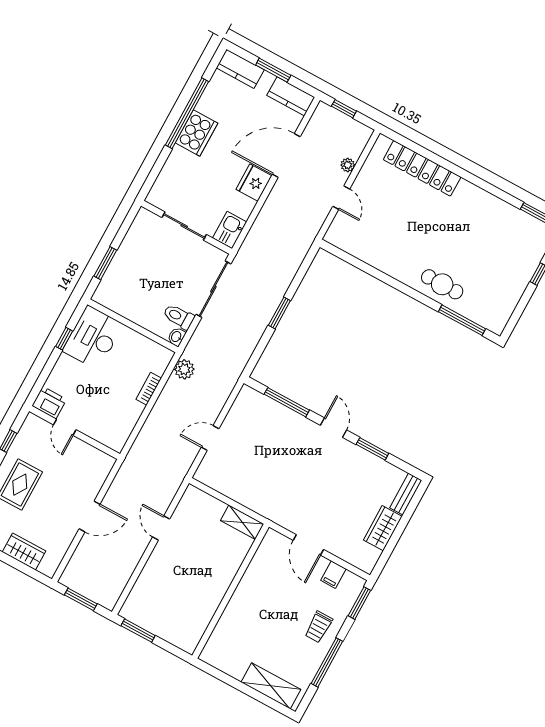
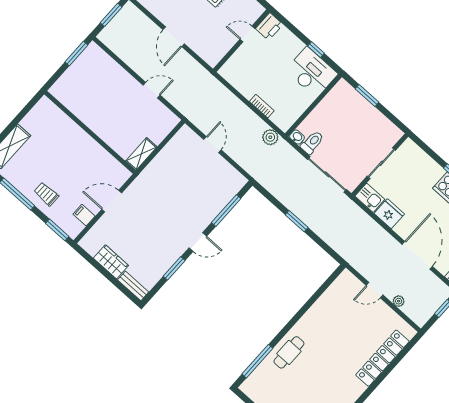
fridge: (254, 183) -> (389, 214), moved

